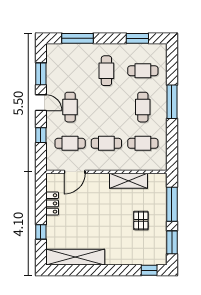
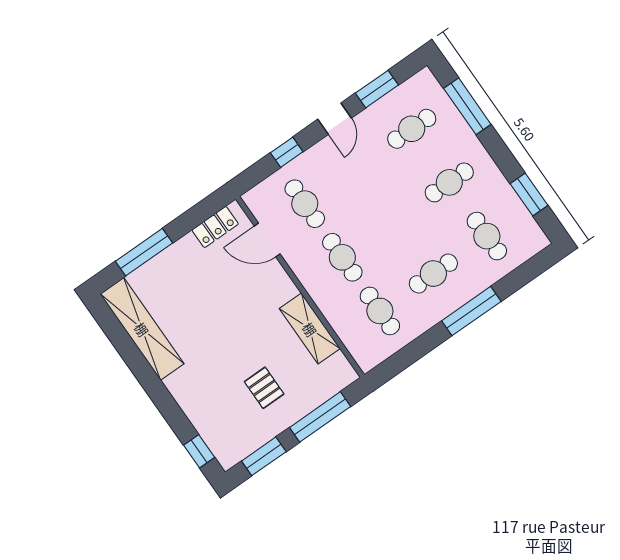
cafe table: (70, 107) -> (412, 129), moved
locker: (52, 203) -> (215, 227), moved
pallet: (141, 220) -> (264, 388), turned 90
window: (41, 232) -> (144, 252), width x2.17

